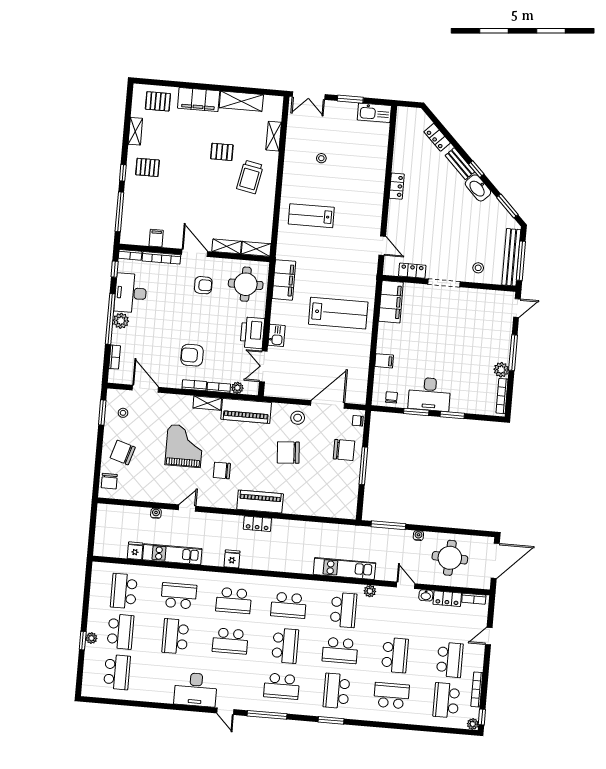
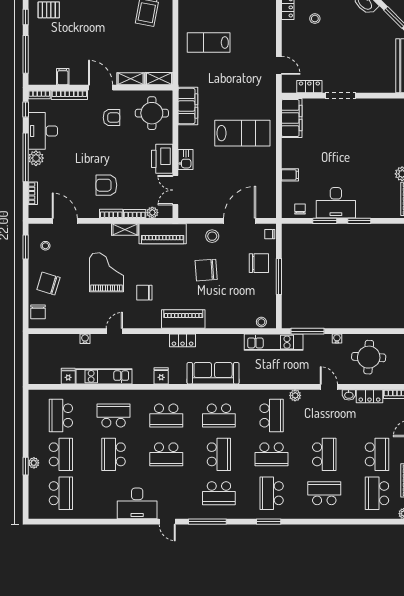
stool: (478, 268) -> (315, 19), moved
stool: (341, 512) -> (261, 322), added
sofa: (286, 561) -> (213, 373), added
kitchen unit: (344, 569) -> (274, 342), moved, turned 180

